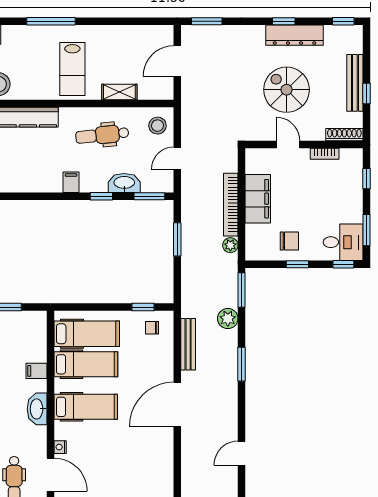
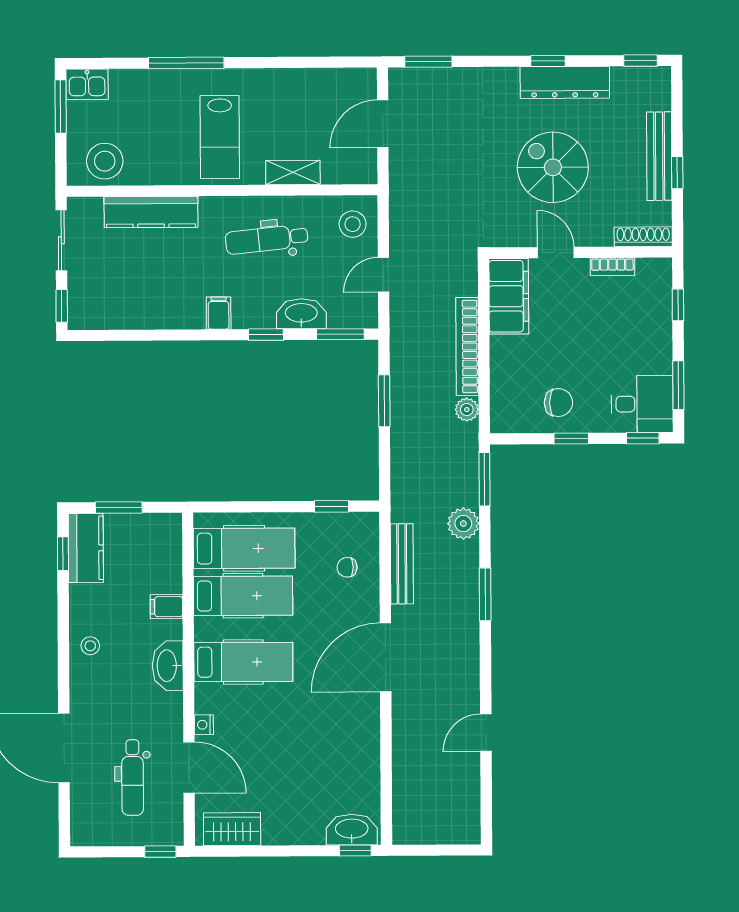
filing cabinet: (258, 199) -> (509, 296), moved
chair: (152, 328) -> (347, 567), moved

